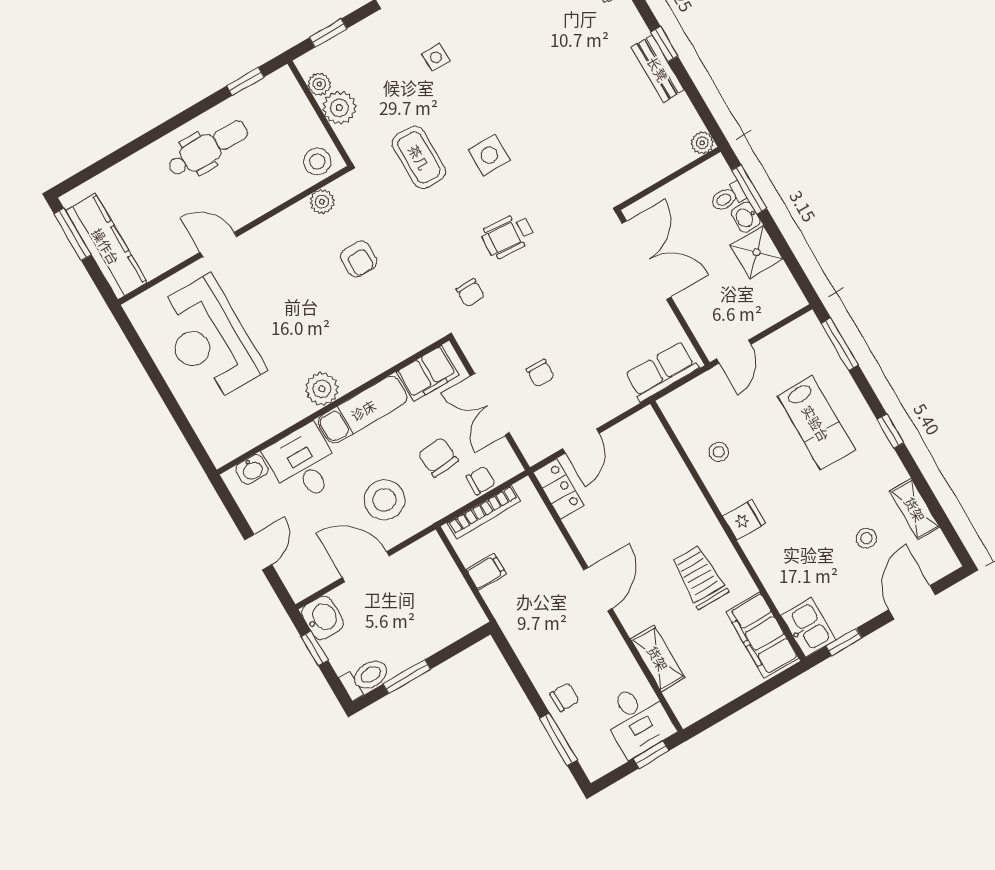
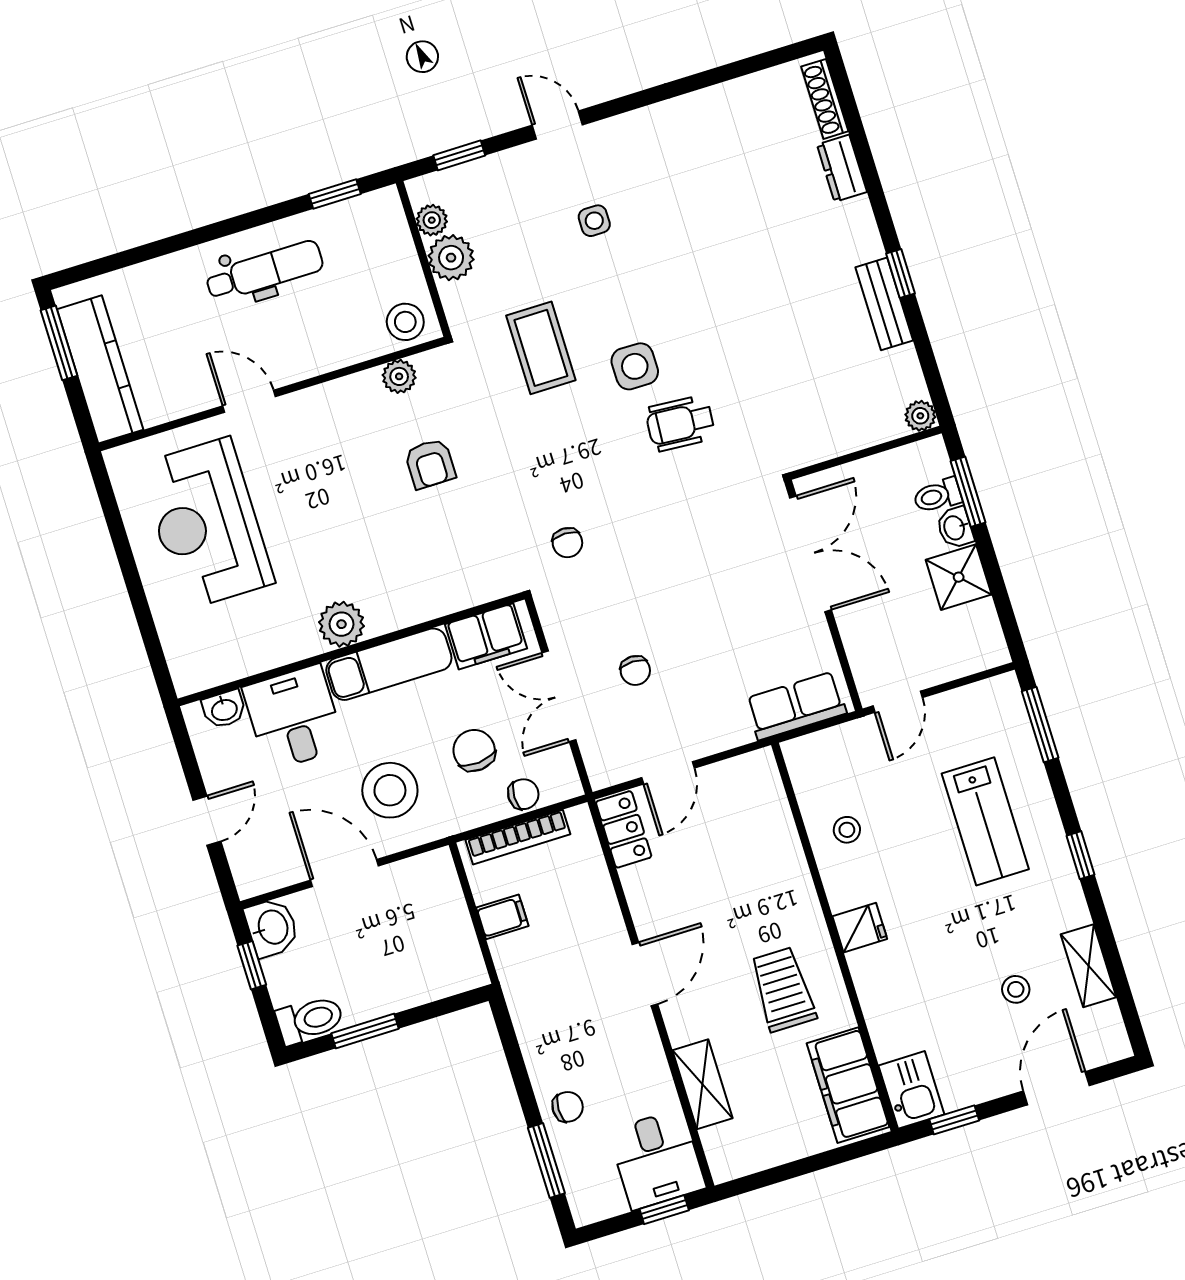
wheelchair: (508, 236) -> (680, 423), moved

